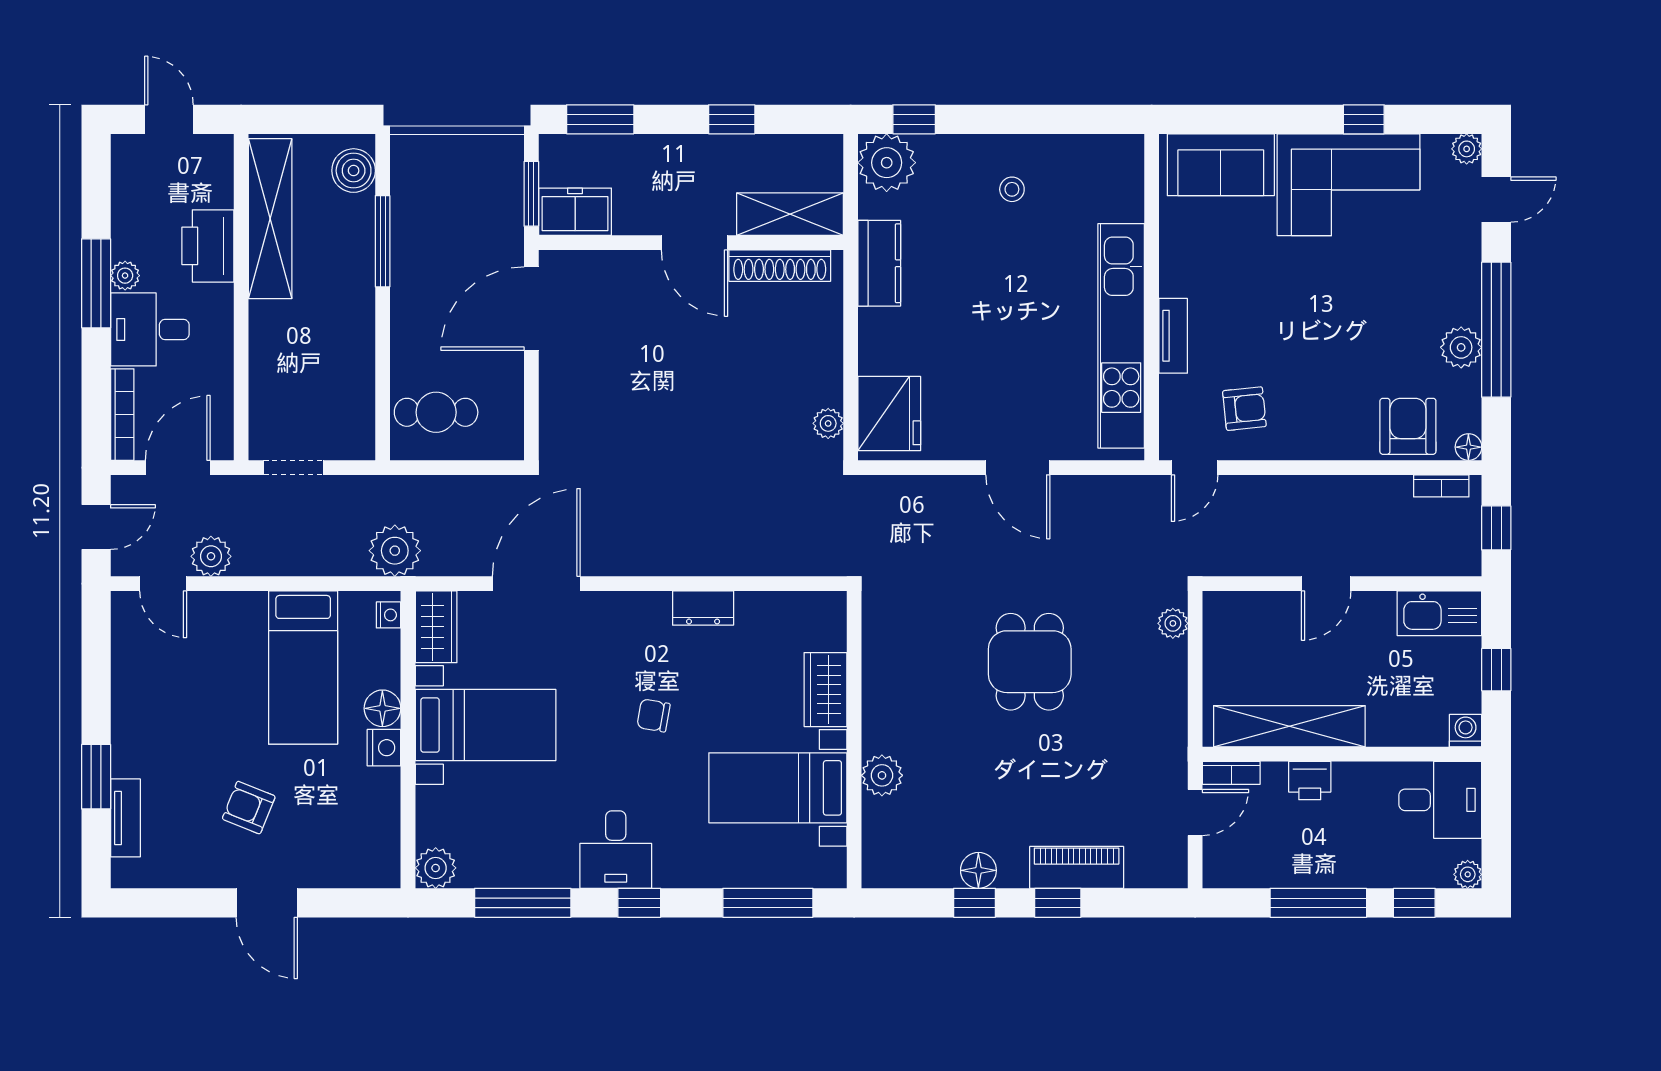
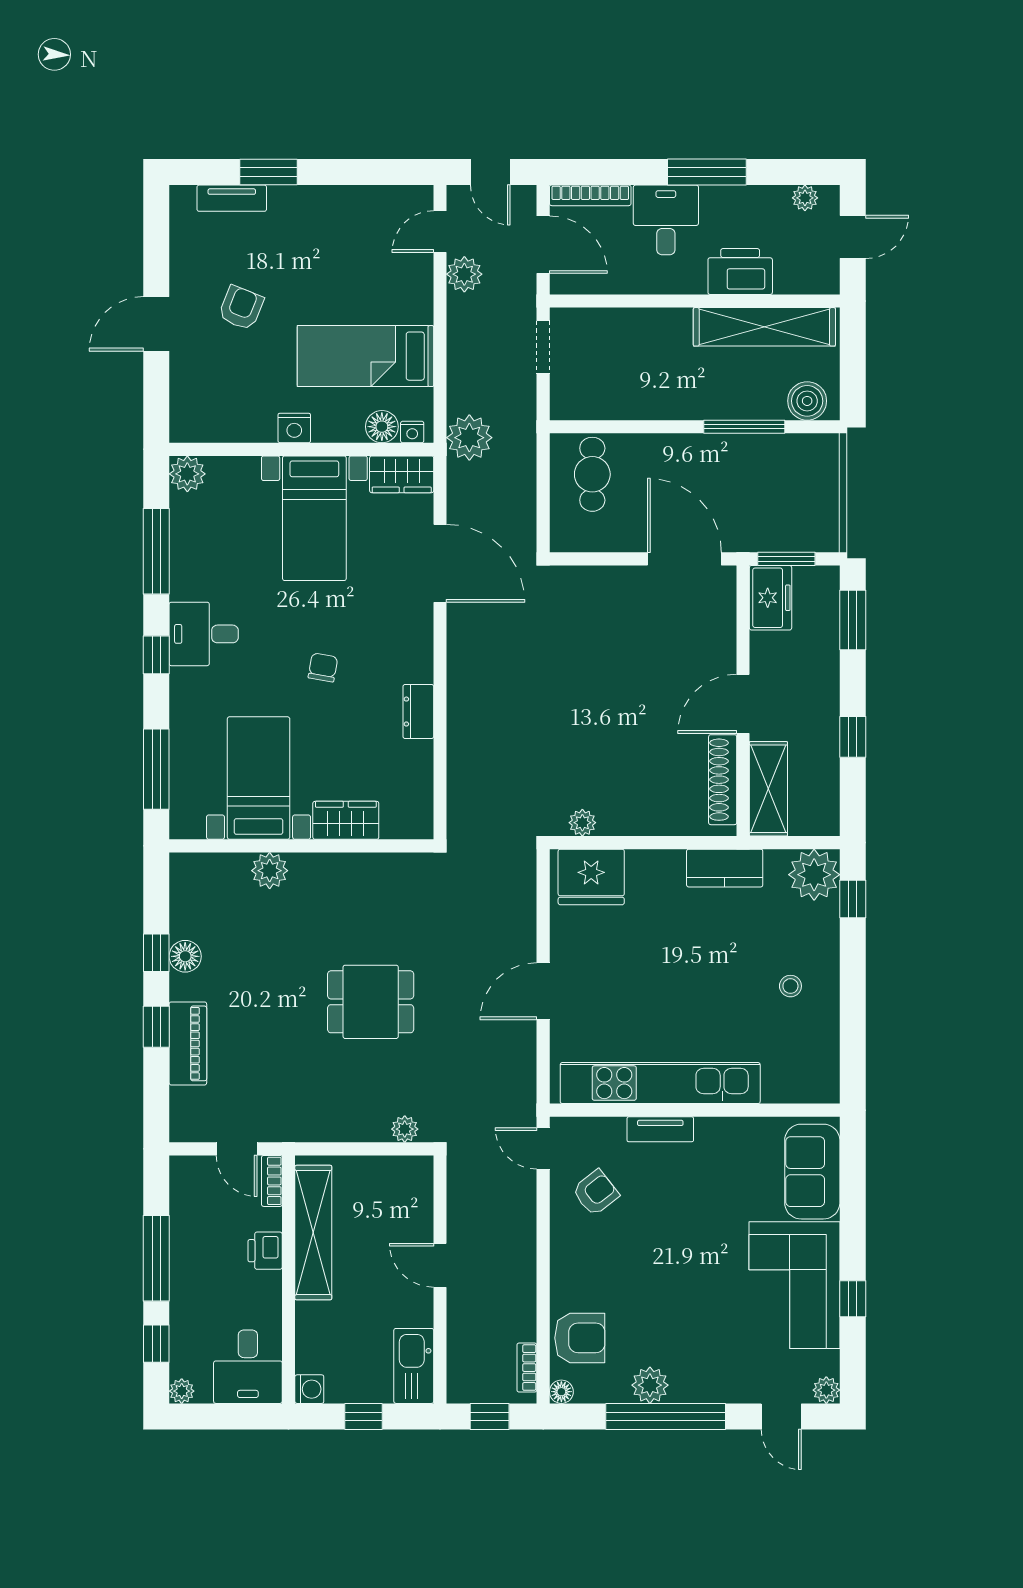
plant: (125, 276) -> (805, 198), moved
armchair: (1244, 409) -> (596, 1193), turned -122
floor lamp: (382, 708) -> (382, 427), moved

